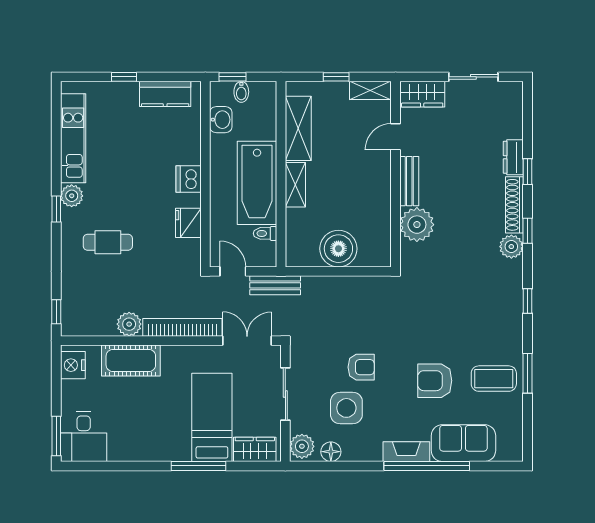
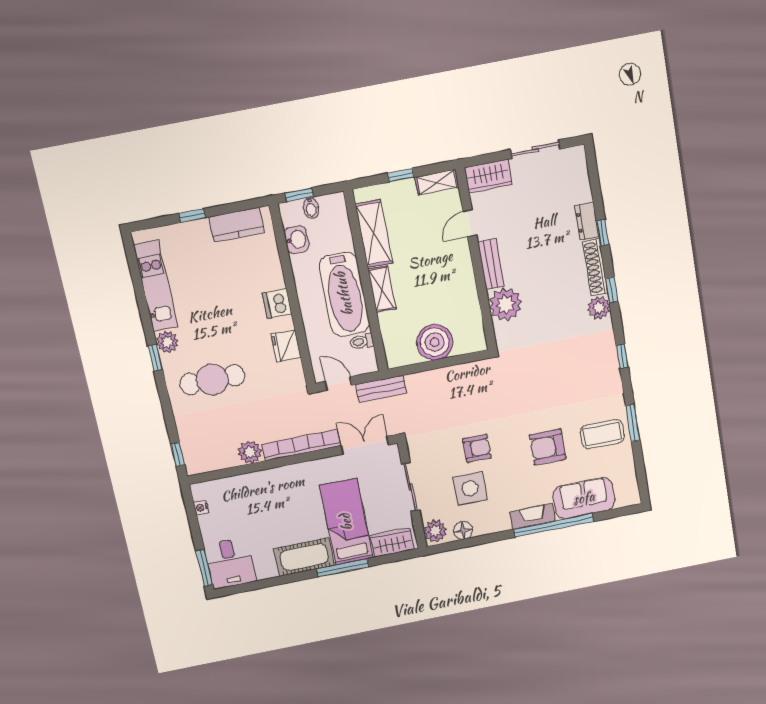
cafe table: (108, 242) -> (212, 380), width x1.37, depth x1.35
cot: (131, 360) -> (304, 557), moved
nightstand: (73, 365) -> (201, 507), width x0.53, depth x0.56

